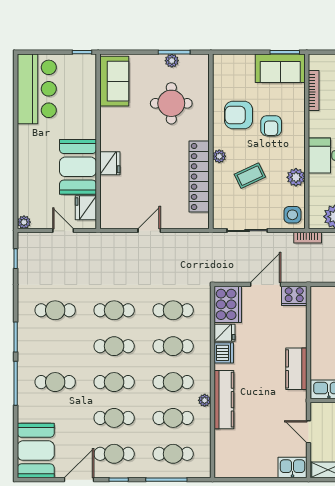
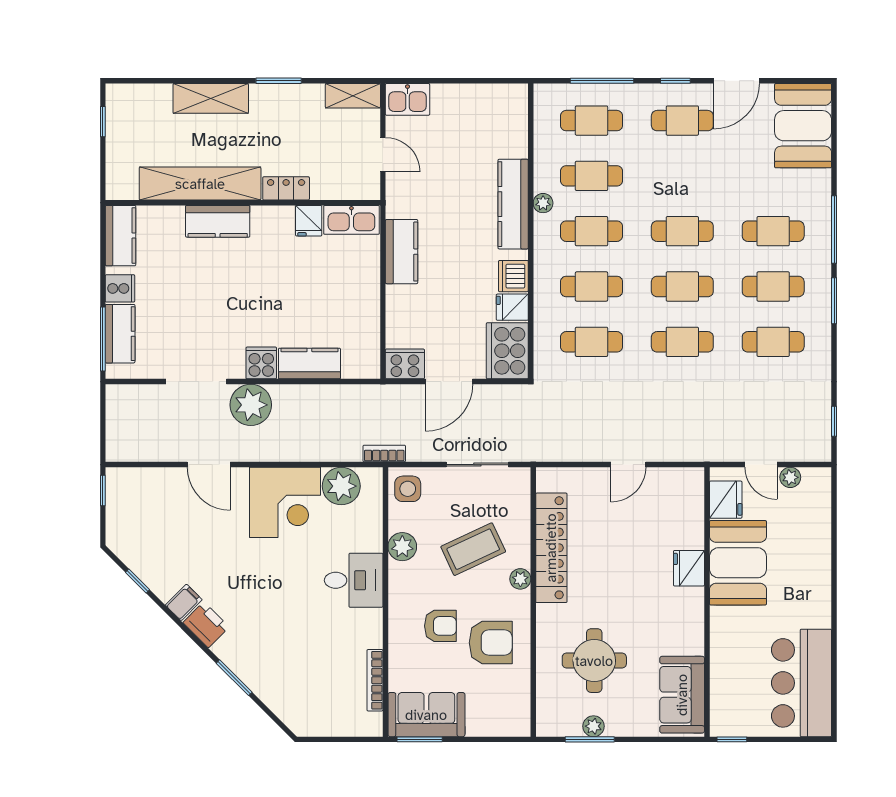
armchair: (271, 126) -> (440, 626), turned 90
coffee table: (250, 176) -> (473, 549), width x1.36, depth x1.30
plant: (24, 222) -> (790, 477), moved
cafe table: (114, 418) -> (773, 286), moved

